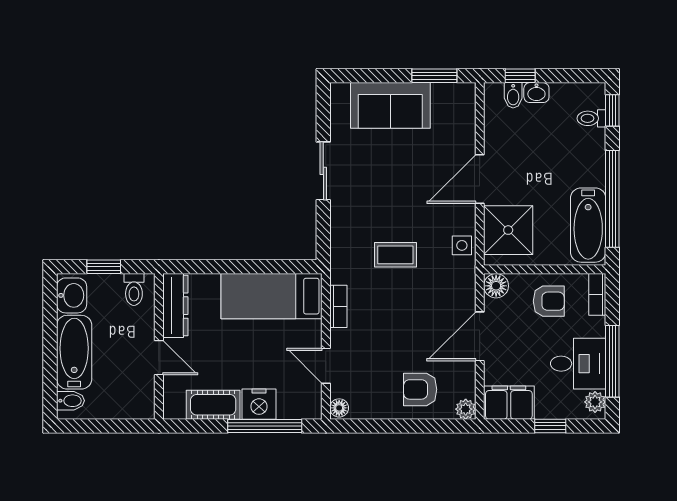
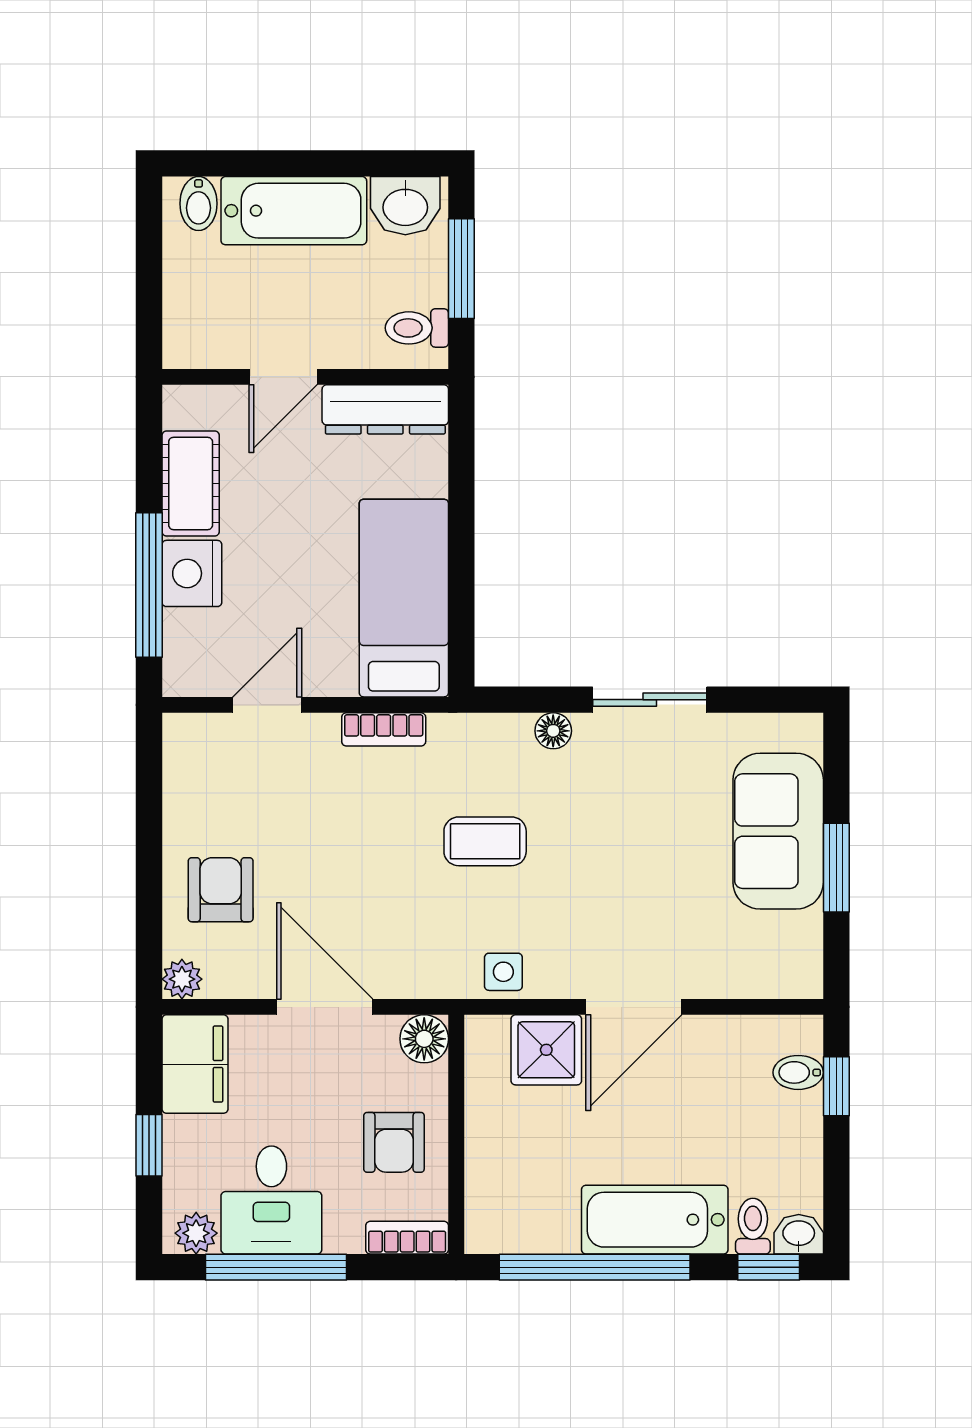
window: (434, 76) -> (836, 868), moved
washbasin: (536, 93) -> (799, 1234), moved, turned 90
door: (480, 179) -> (634, 1007), swing flipped
bathtub: (588, 225) -> (655, 1220), moved
shower: (508, 230) -> (546, 1050), width x0.73, depth x0.73
coffee table: (395, 255) -> (485, 841), turned 90
window: (104, 267) -> (461, 269), width x1.50
floor lamp: (339, 408) -> (553, 731), moved

